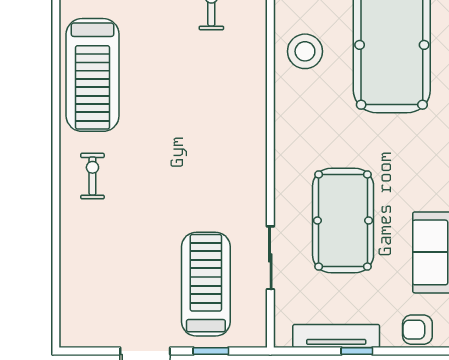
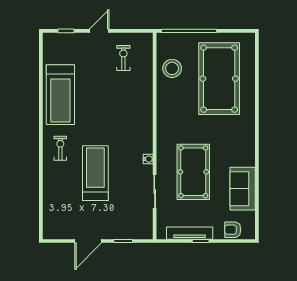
stool: (305, 51) -> (172, 68), moved
water cooler: (258, 196) -> (148, 159), added
treadmill: (206, 284) -> (95, 173), moved

